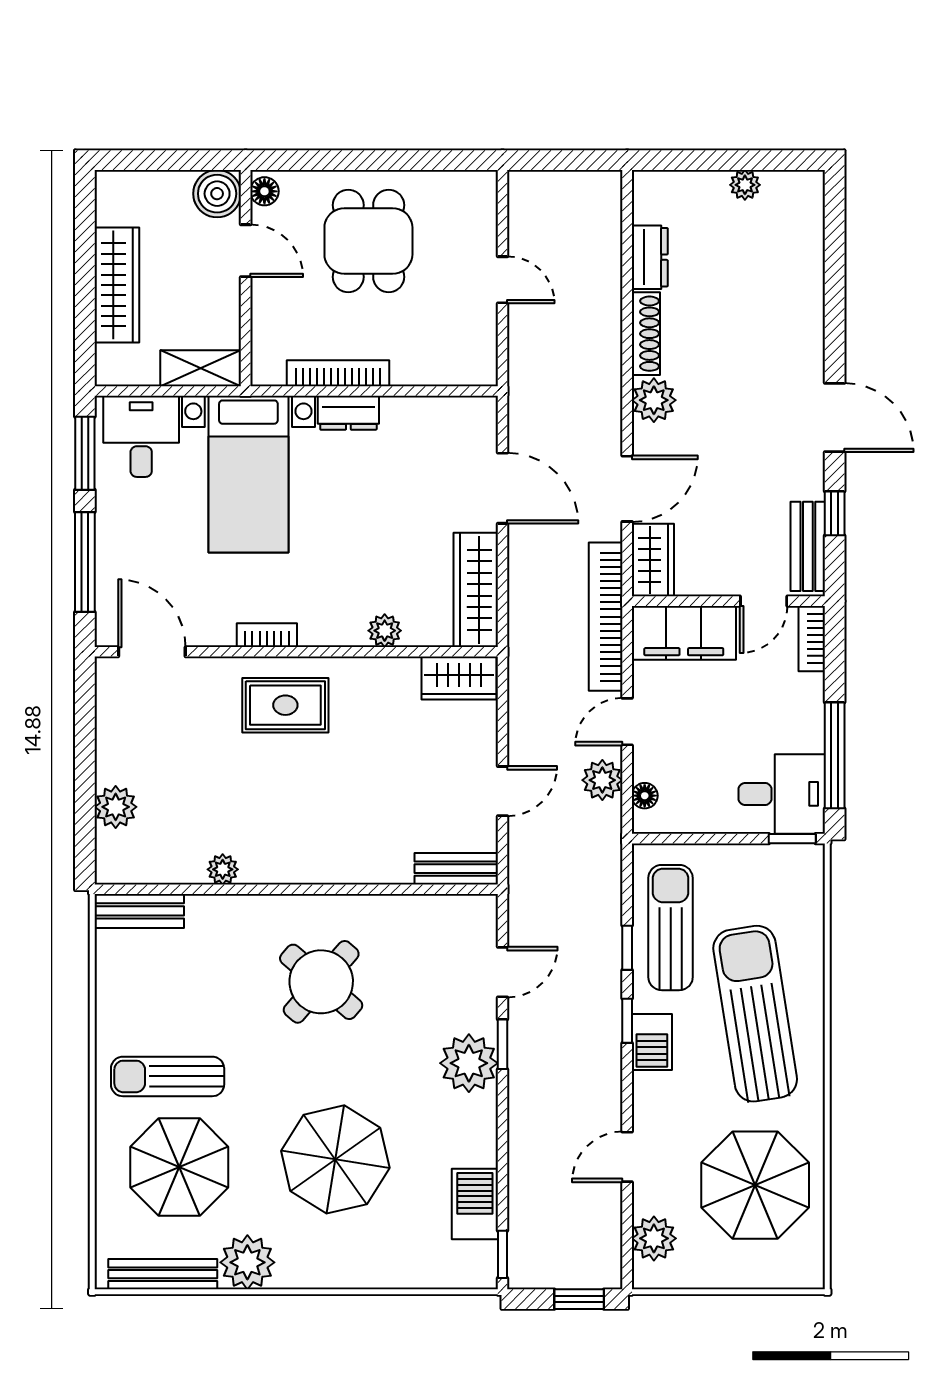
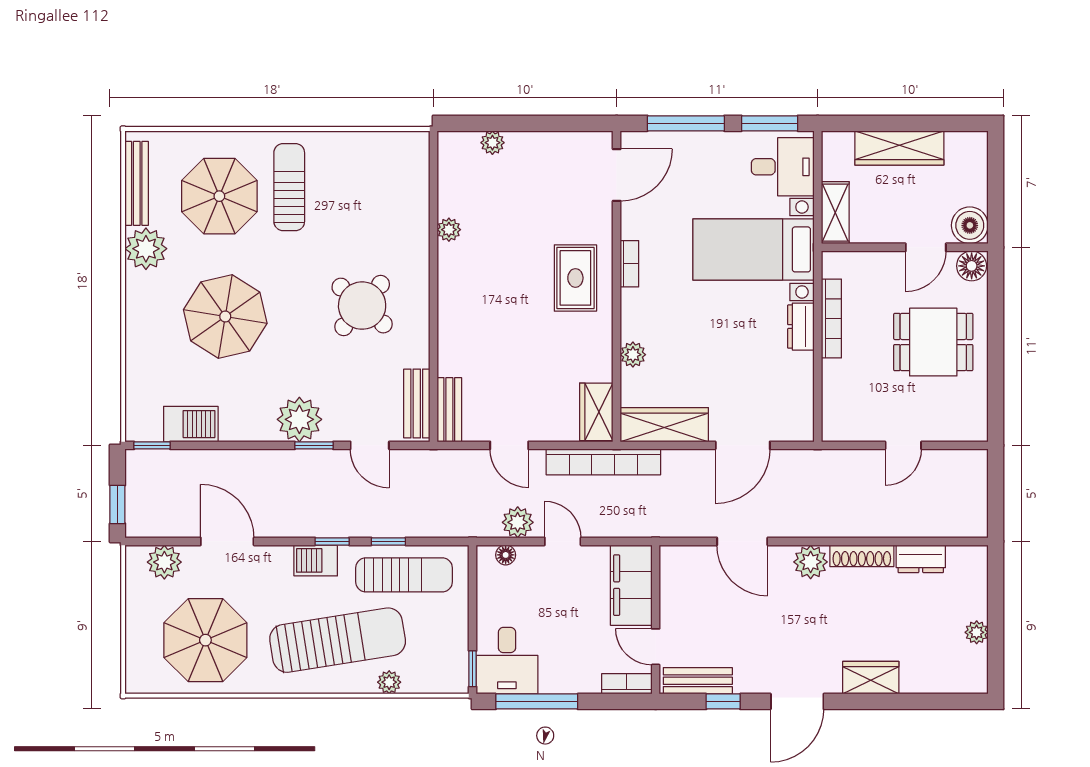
floor lamp: (264, 191) -> (972, 266), width x1.37, depth x1.37
wardrobe: (653, 560) -> (871, 678), moved, turned 180
bookcase: (606, 617) -> (603, 462), moved, turned 180
plant: (116, 807) -> (492, 143), width x0.73, depth x0.73
bench: (139, 911) -> (417, 403), moved
plant: (810, 947) -> (389, 682), added
door: (627, 1157) -> (227, 541), width x1.38

